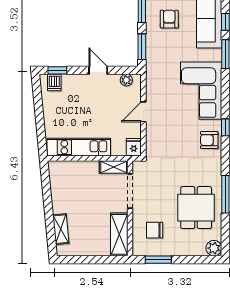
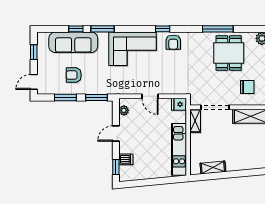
dishwasher: (54, 83) -> (126, 159), moved
dining table: (196, 208) -> (229, 53), turned 90
shelving: (61, 229) -> (213, 167), moved
chair: (155, 230) -> (247, 87), turned -90

